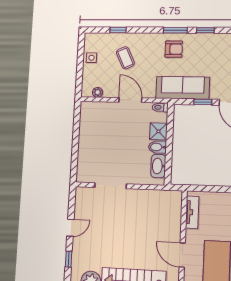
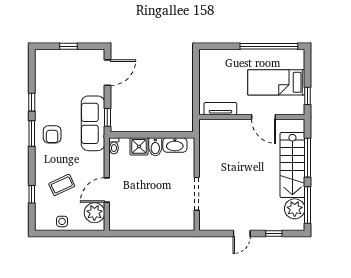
armchair: (174, 49) -> (52, 134), turned 180
plant: (98, 92) -> (94, 213), width x1.88, depth x1.88
door: (130, 100) -> (107, 190), moved
window: (203, 102) -> (107, 117), moved
door: (70, 228) -> (242, 233), swing flipped
door: (182, 255) -> (264, 117), hinge flipped

